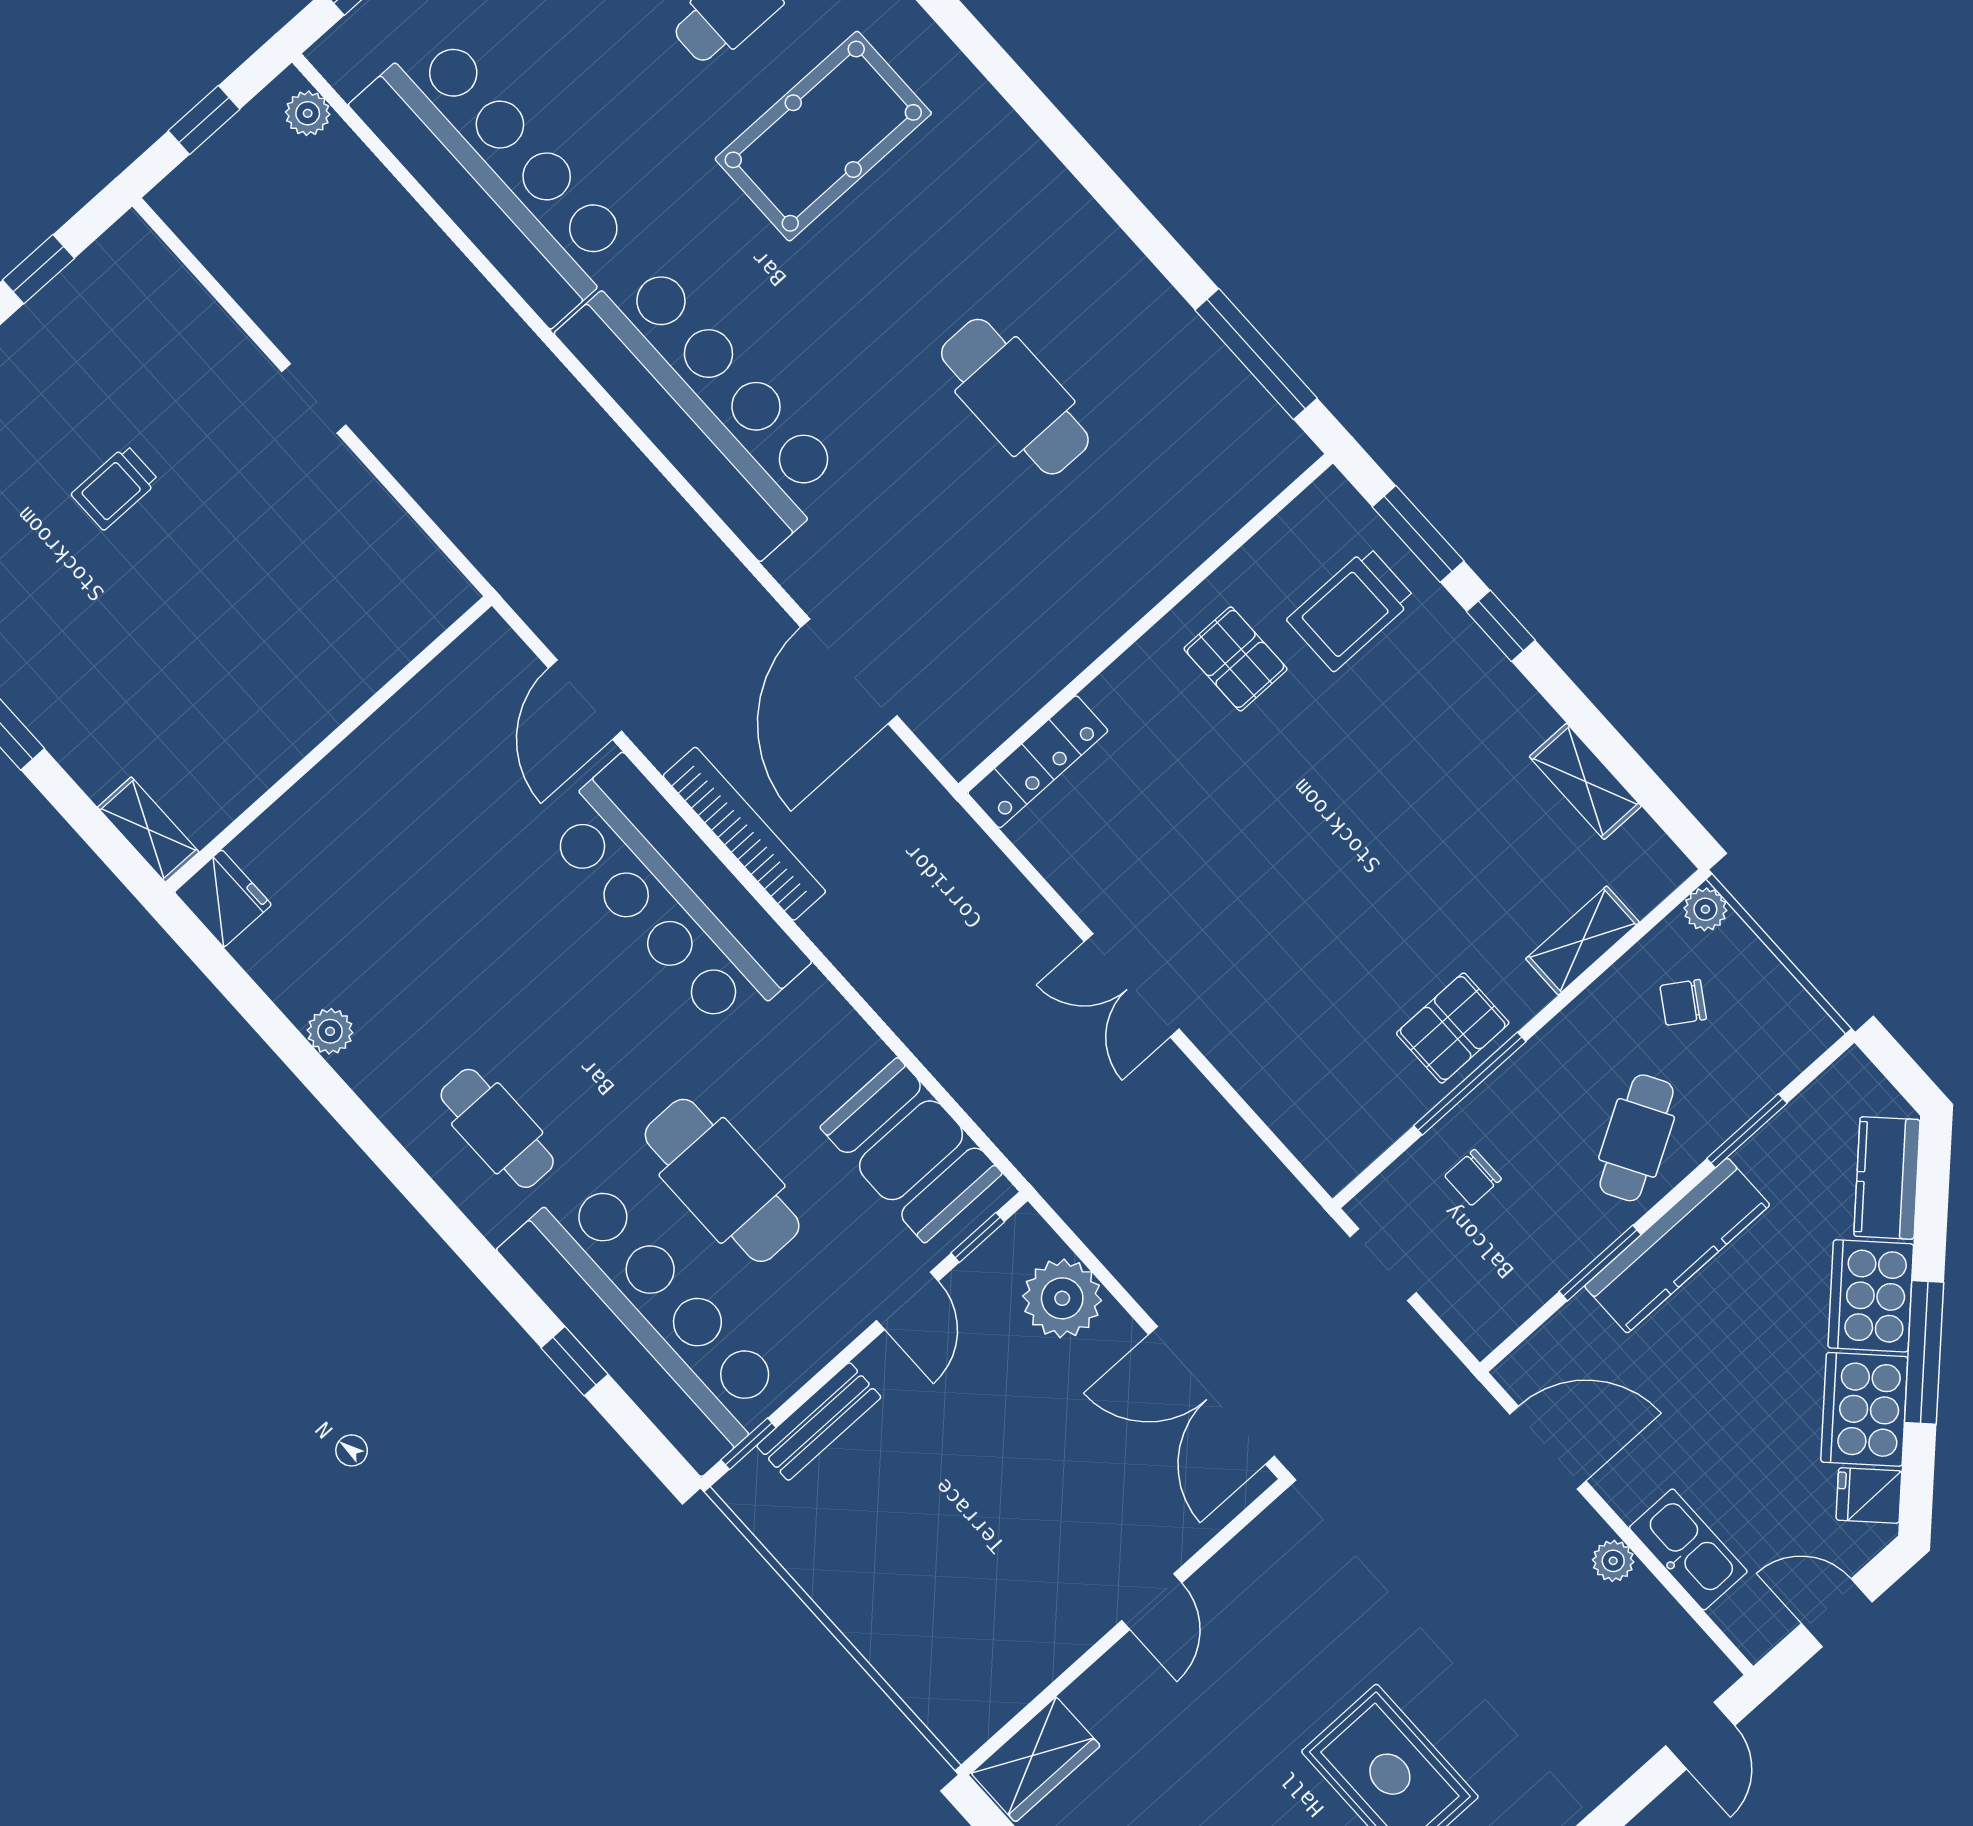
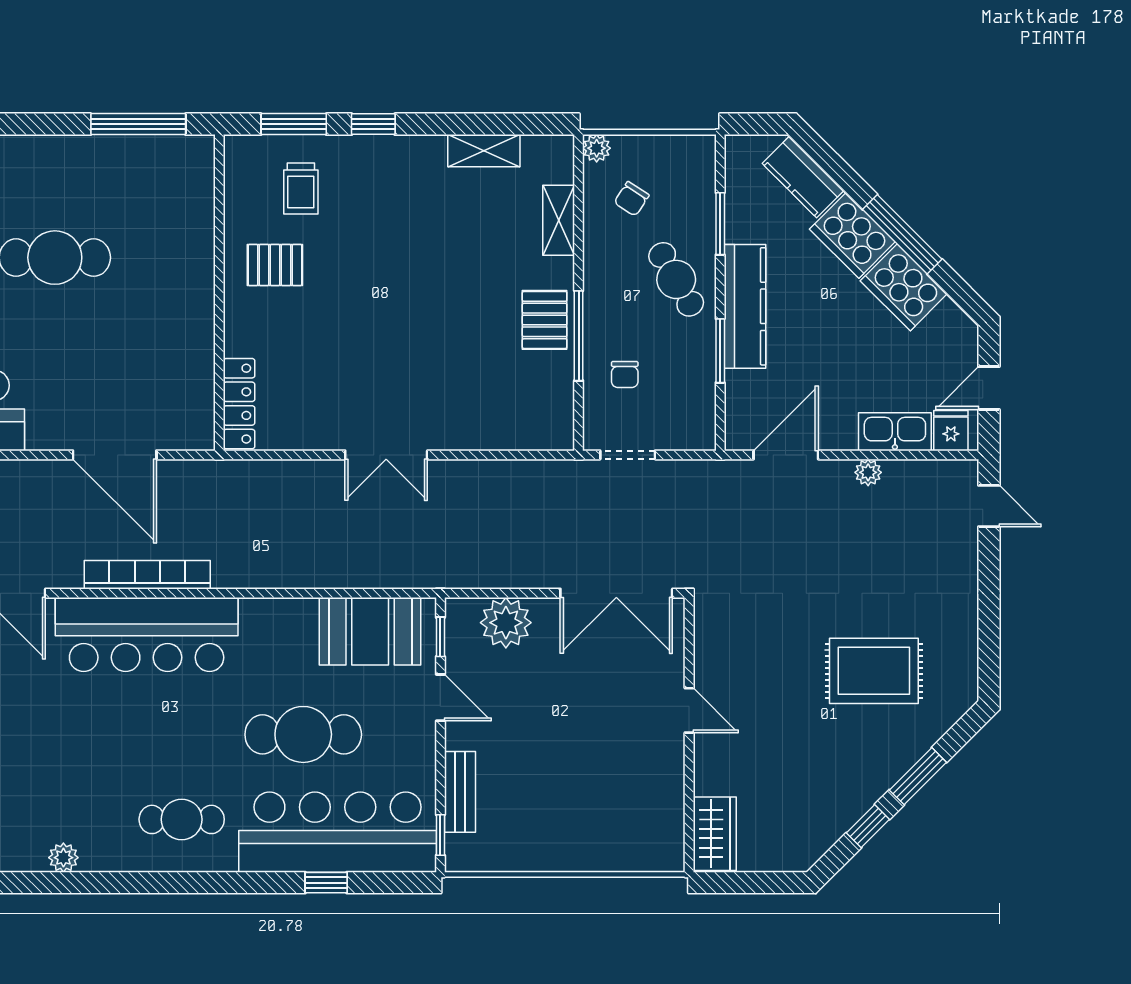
trolley: (1351, 609) -> (301, 188), width x0.73, depth x0.72
fridge: (1869, 1496) -> (951, 431), moved, turned 135

